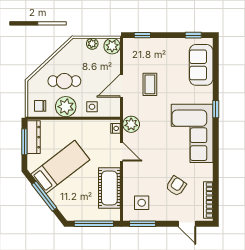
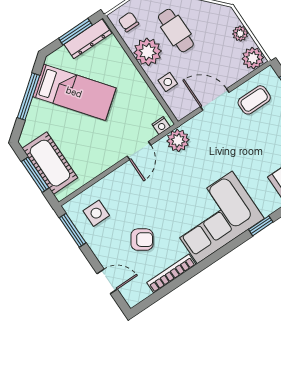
coffee table: (150, 84) -> (254, 100), moved
cot: (109, 188) -> (50, 163), moved, turned 90
bookcase: (208, 200) -> (171, 274), moved
window: (94, 224) -> (35, 175), width x0.69
door: (187, 224) -> (107, 281), swing flipped

